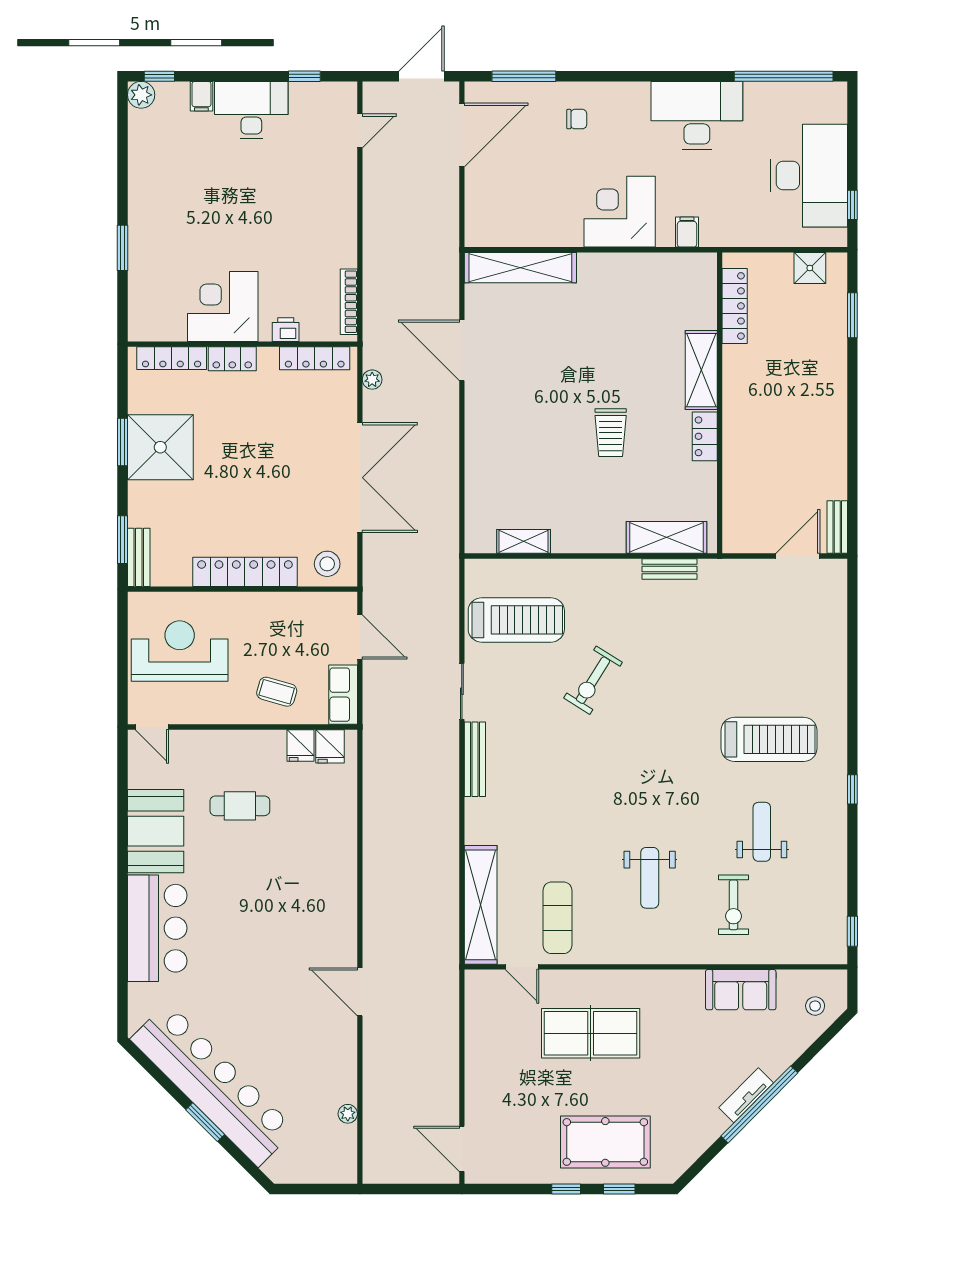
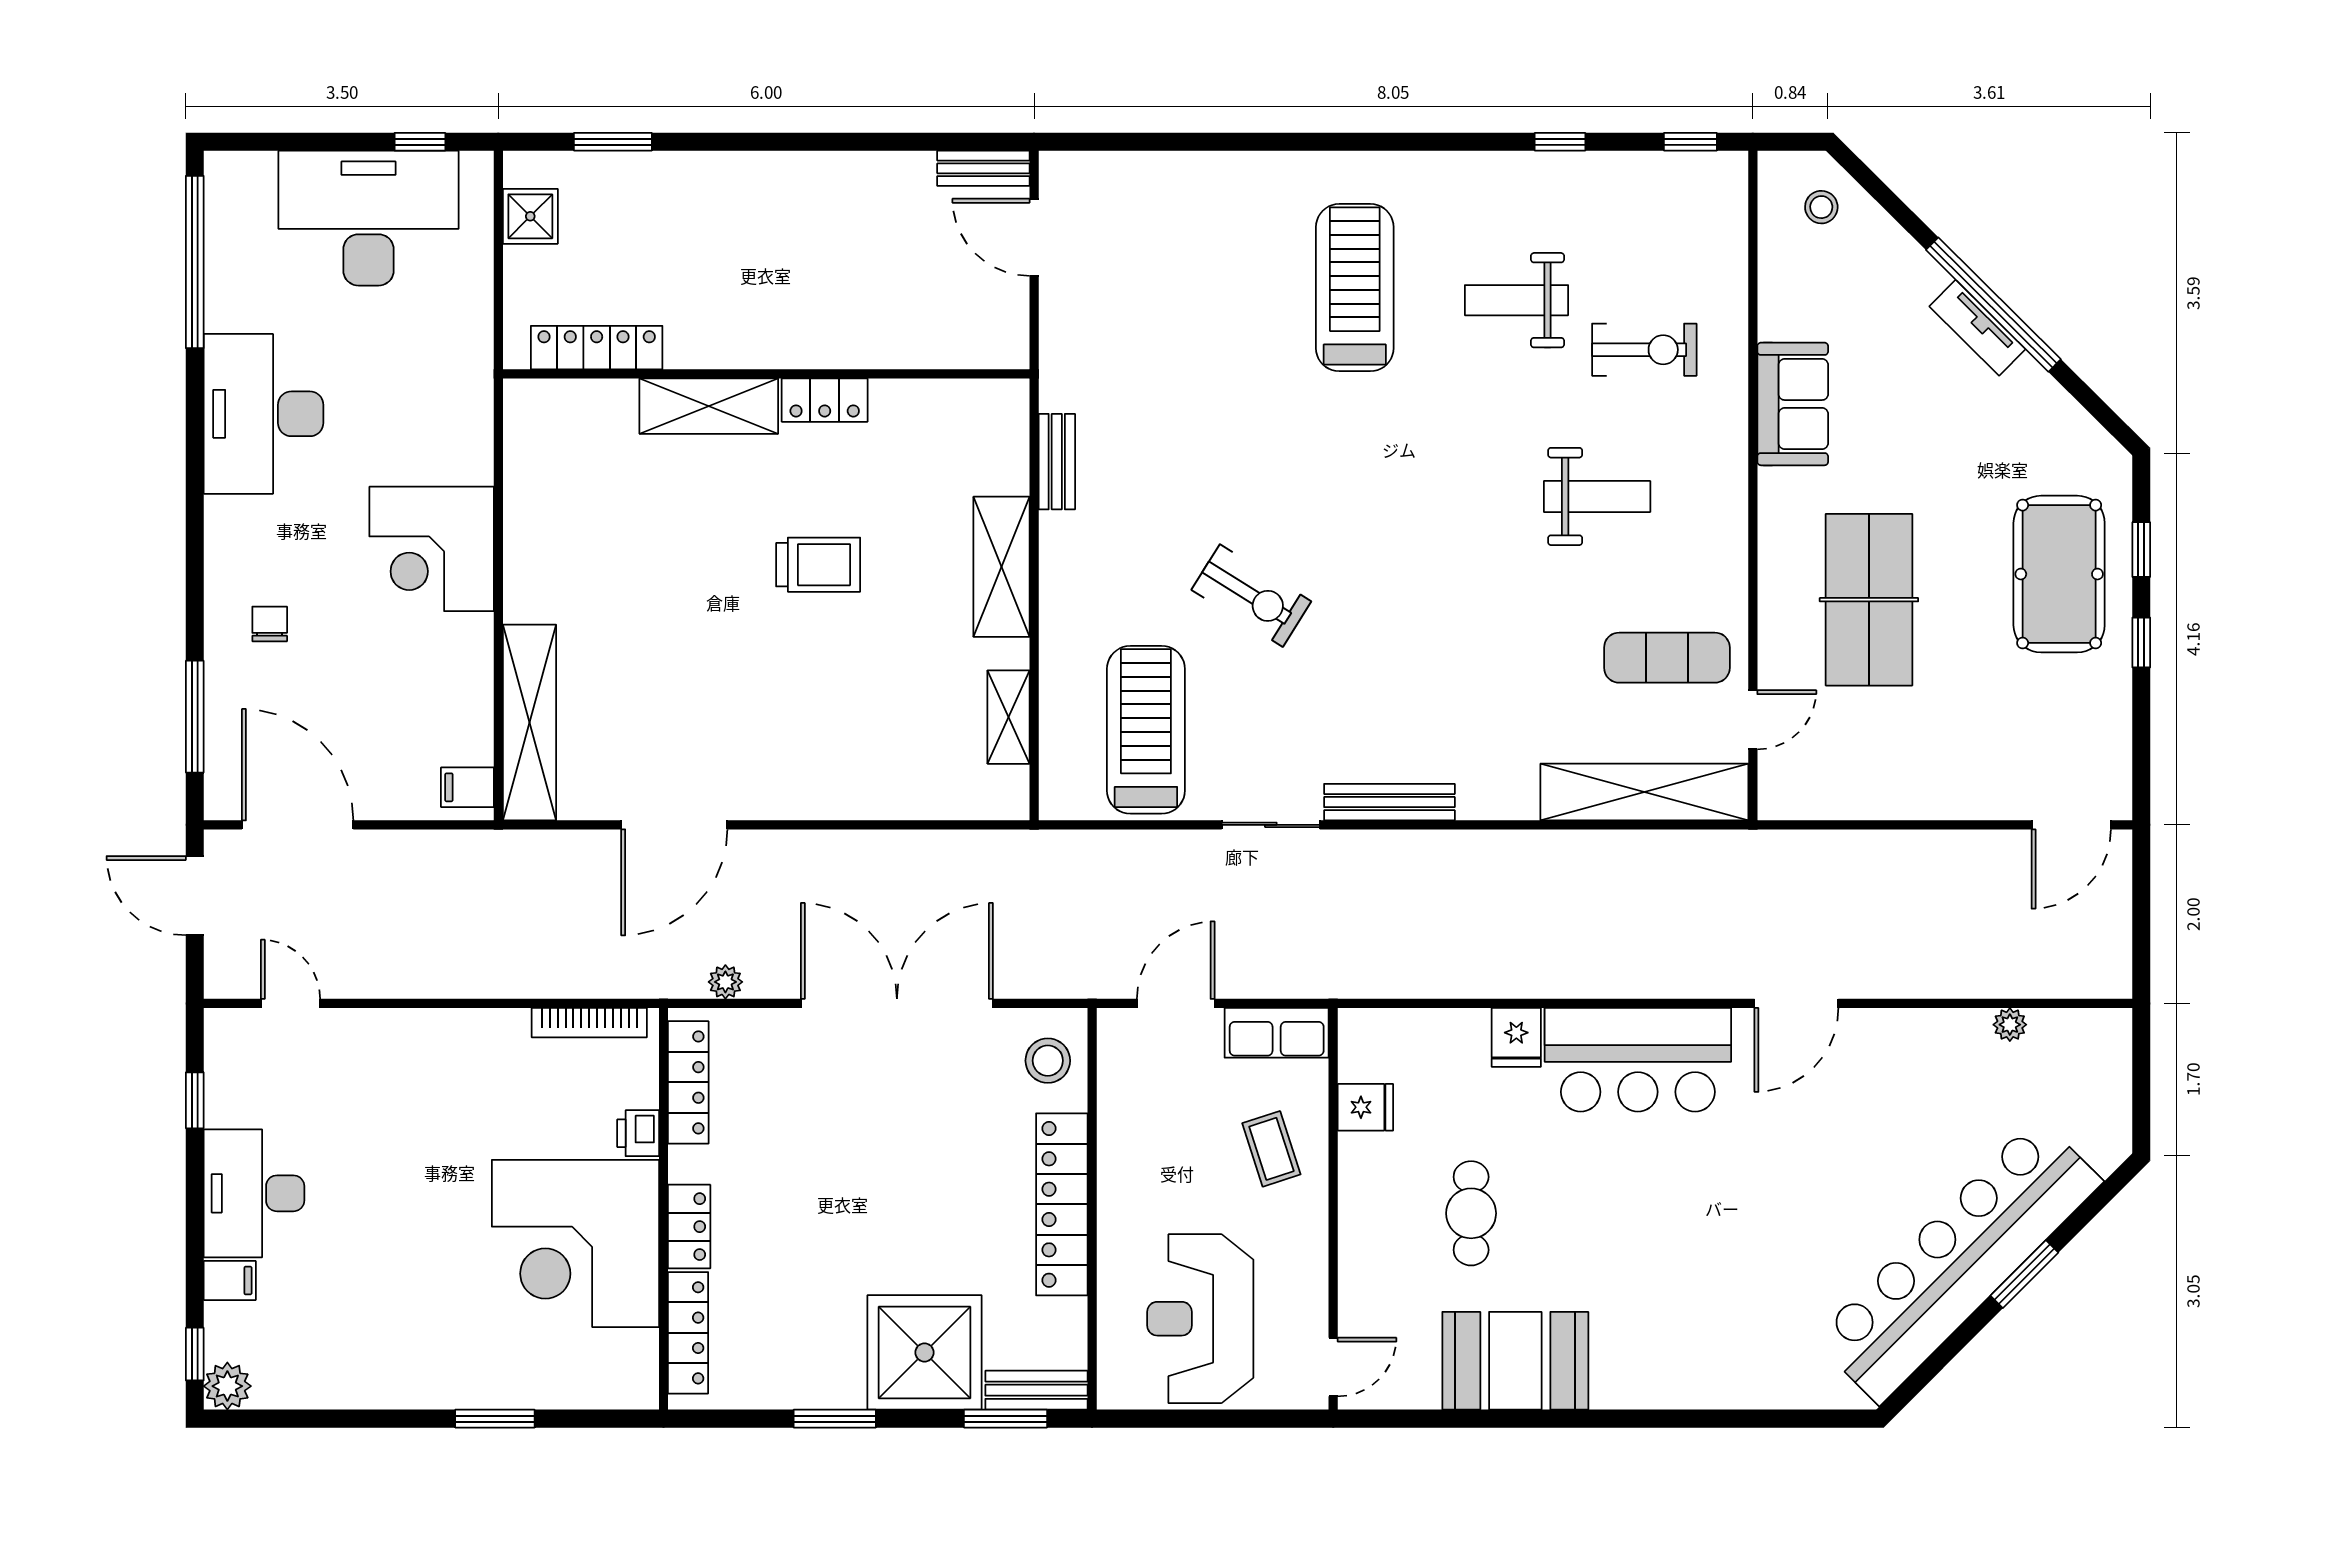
filing cabinet: (687, 232) -> (467, 787), moved
corner desk: (223, 306) -> (575, 1243), width x1.36, depth x1.36
shower: (160, 447) -> (925, 1352), moved
shelving: (666, 537) -> (1002, 567), moved
coffee table: (277, 692) -> (1271, 1149), turned -34
fridge: (330, 746) -> (1516, 1037), moved, turned 90
window: (852, 789) -> (1560, 142), moved
bar counter: (157, 928) -> (1638, 1060), moved, turned 180
sofa: (741, 990) -> (1793, 404), moved

